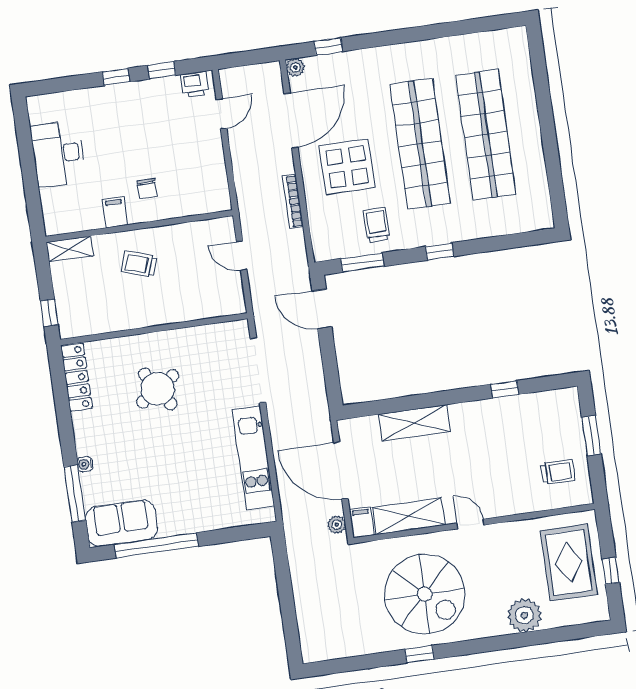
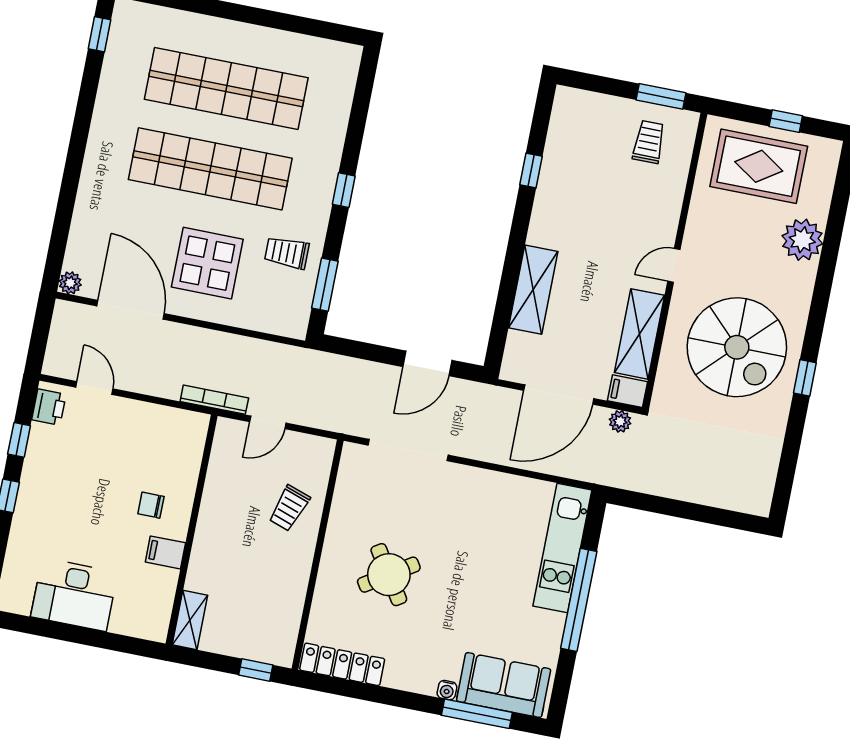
window: (328, 47) -> (99, 34), moved
chair: (147, 188) -> (151, 505), turned 180
bookcase: (293, 201) -> (214, 400), moved, turned 180
trolley: (139, 264) -> (289, 508), moved
door: (322, 309) -> (427, 363), moved
window: (591, 436) -> (661, 96), moved
kitchen unit: (253, 458) -> (562, 548), moved, turned 90
sofa: (121, 523) -> (504, 685), moved, turned 90
window: (156, 545) -> (579, 600), moved
spiral stairs: (425, 594) -> (737, 347), turned 90

